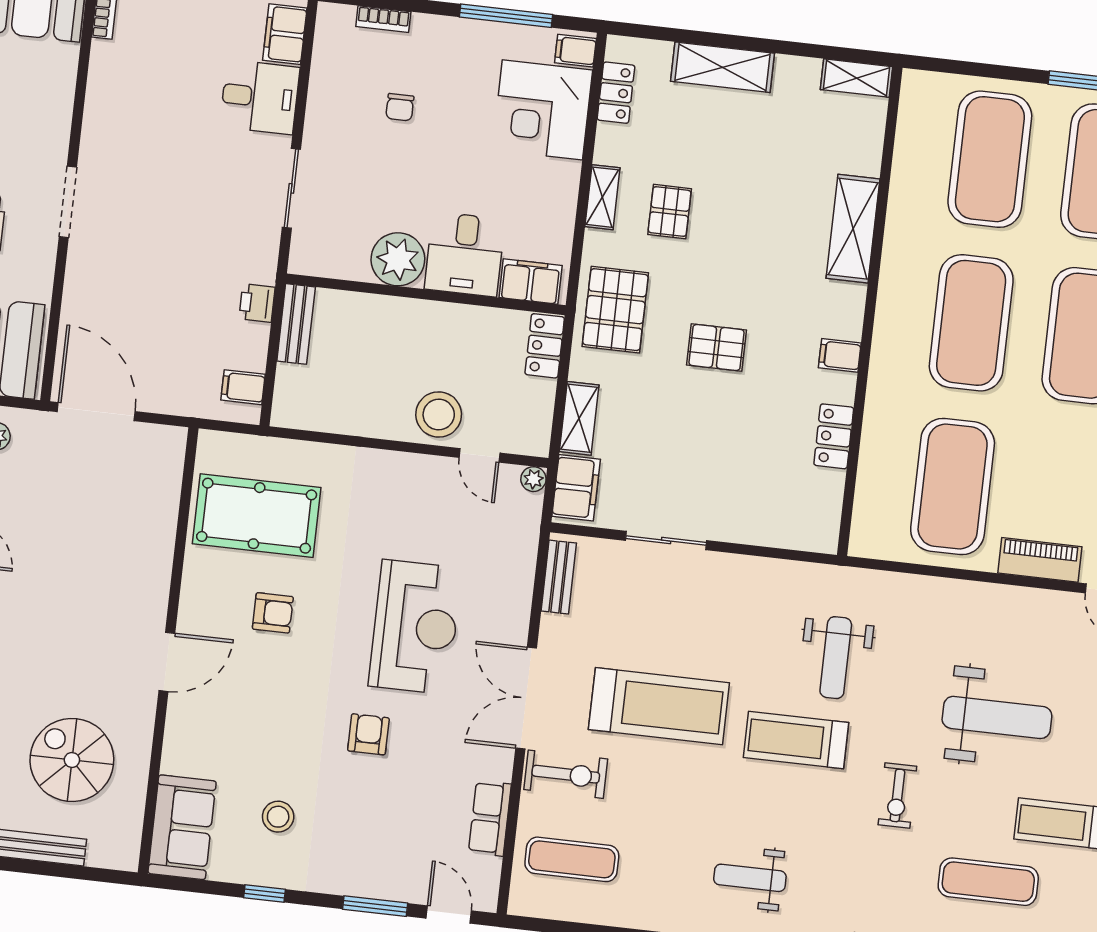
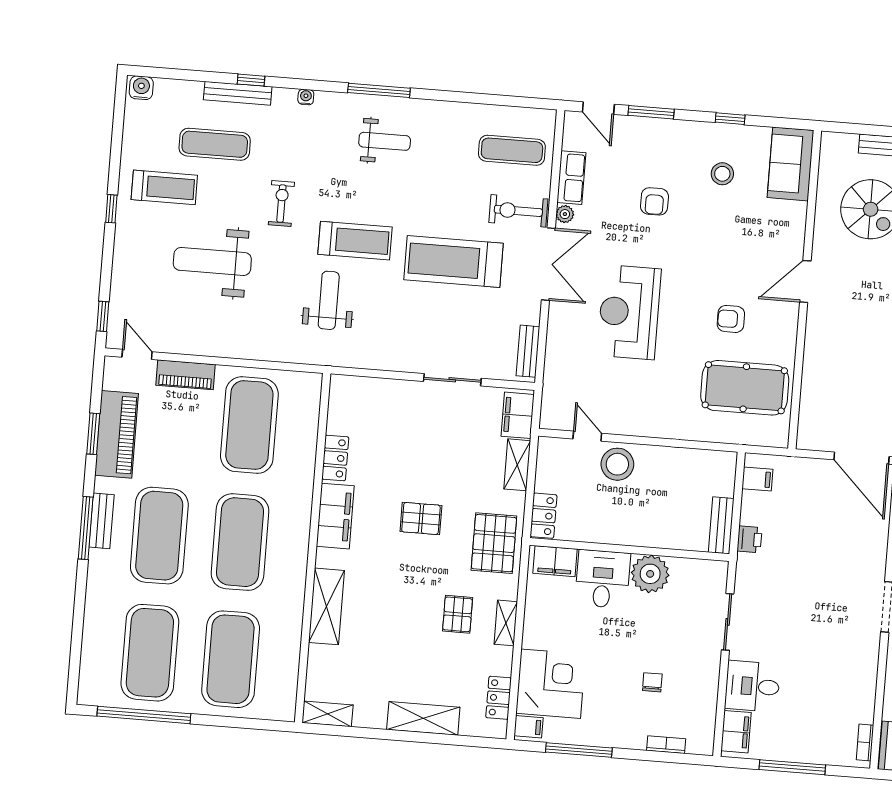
filing cabinet: (840, 355) -> (335, 516), width x3.00, depth x1.17
plant: (533, 479) -> (565, 214), moved
armchair: (368, 734) -> (654, 201), moved

